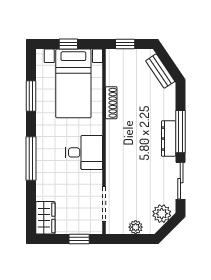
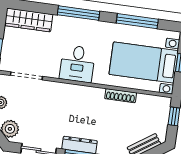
window: (31, 96) -> (137, 21), width x1.44
wardrobe: (45, 218) -> (29, 20), width x1.50

